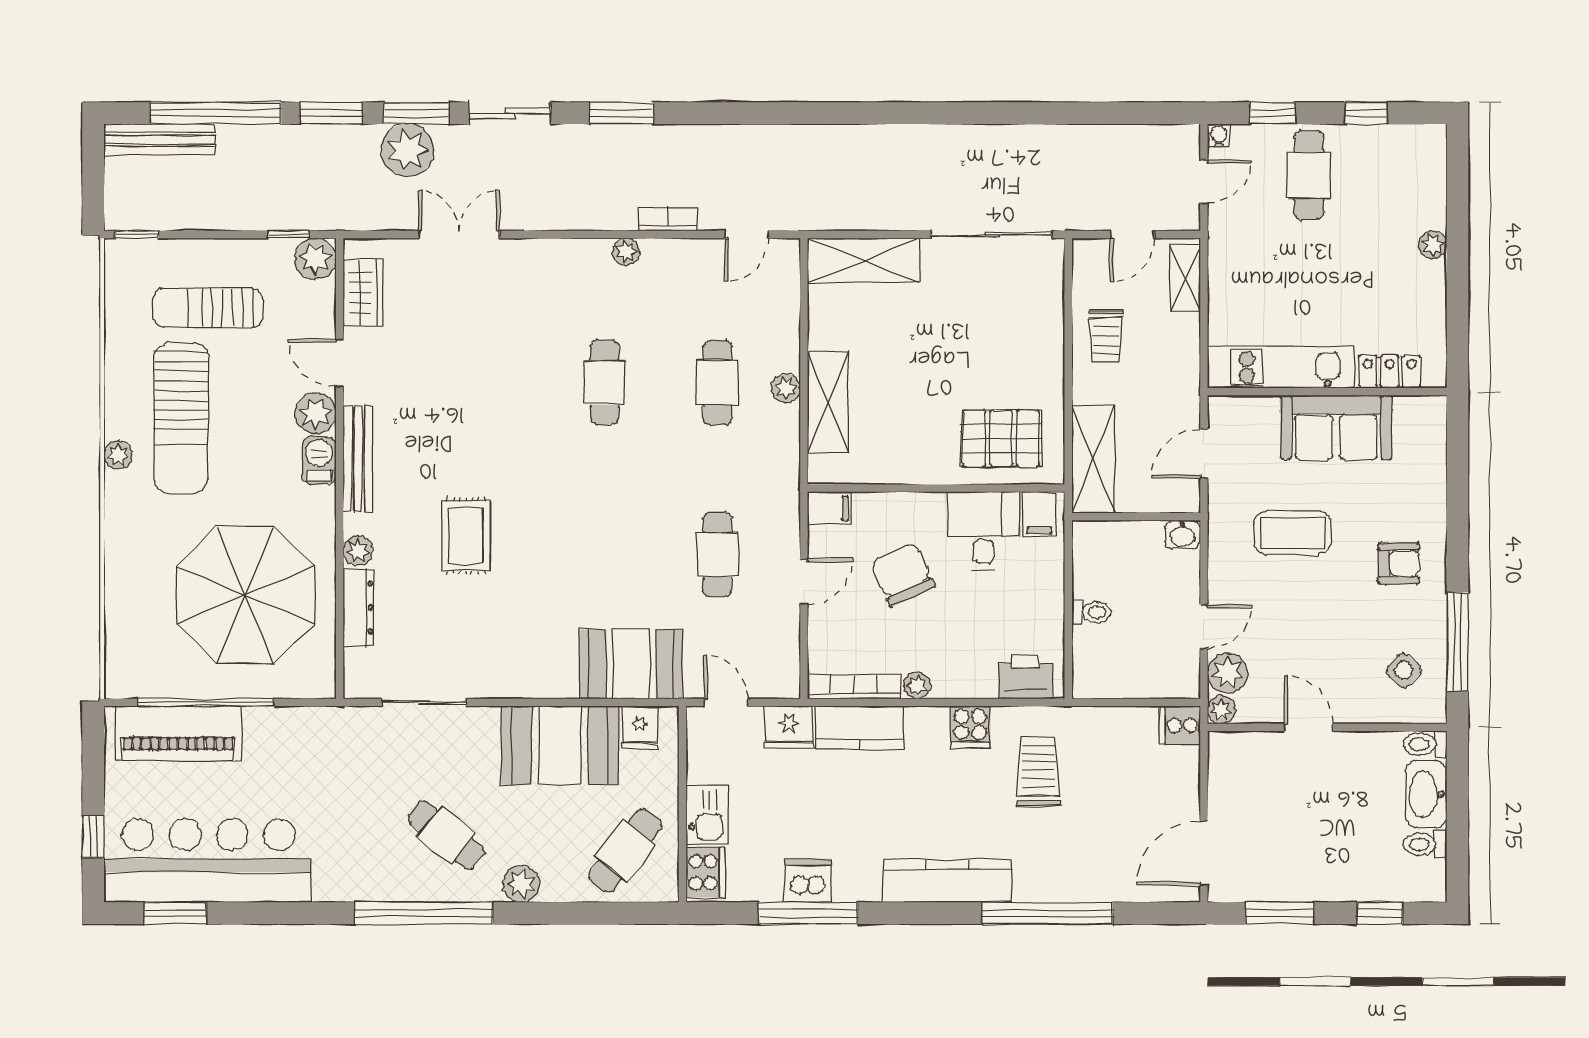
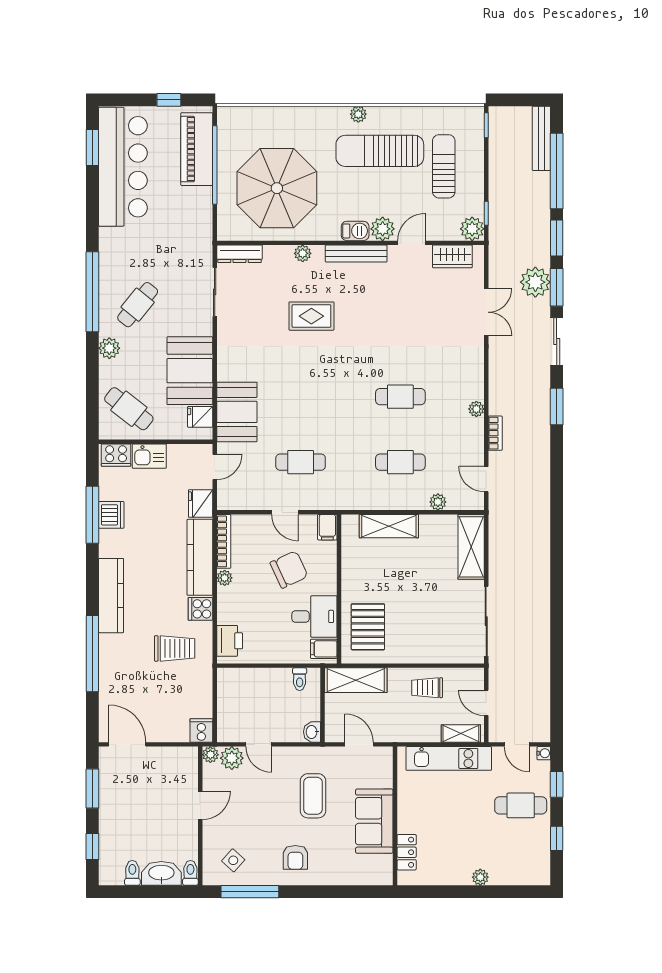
kitchen unit: (1281, 367) -> (449, 758), moved, turned 90
plant: (786, 388) -> (438, 502), moved
dresser: (359, 607) -> (240, 254), moved
toilet: (1091, 612) -> (300, 679), moved
kitchen counter: (860, 728) -> (200, 557), width x1.50
window: (93, 837) -> (169, 100), moved

